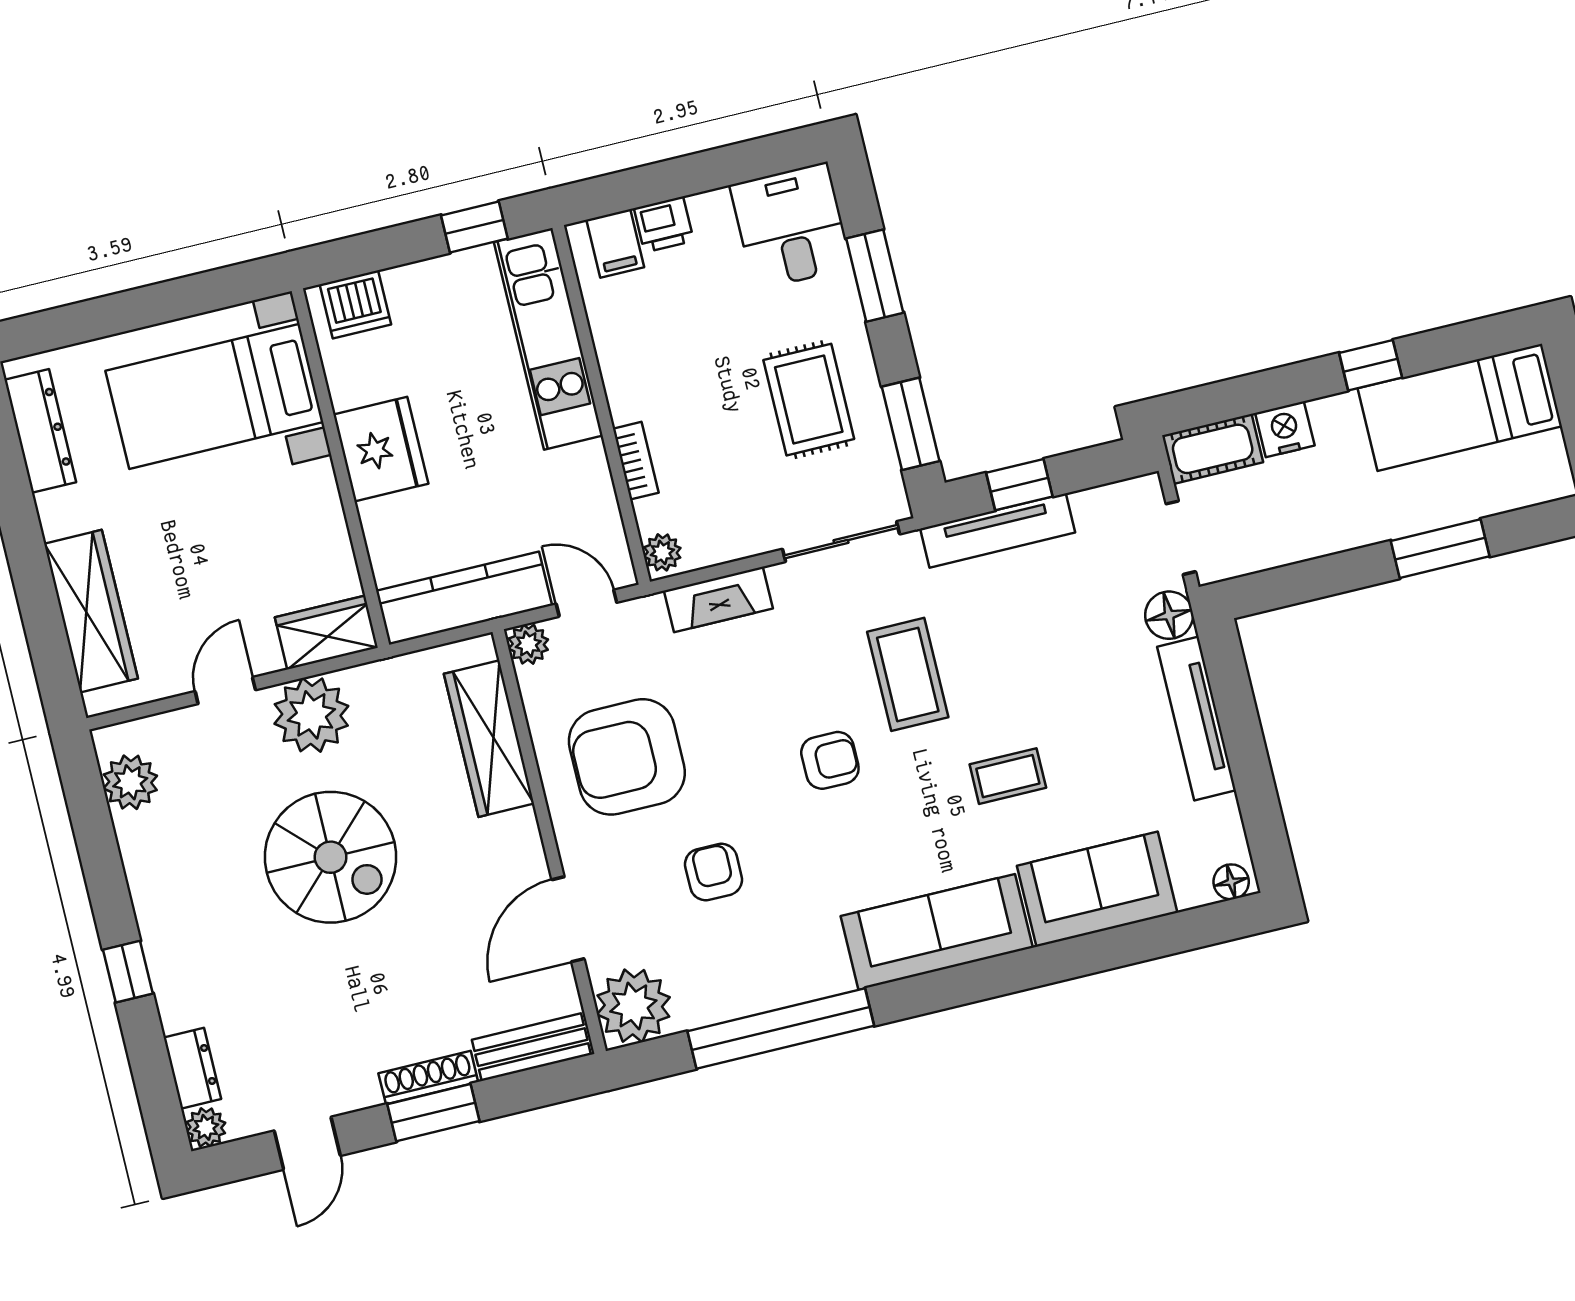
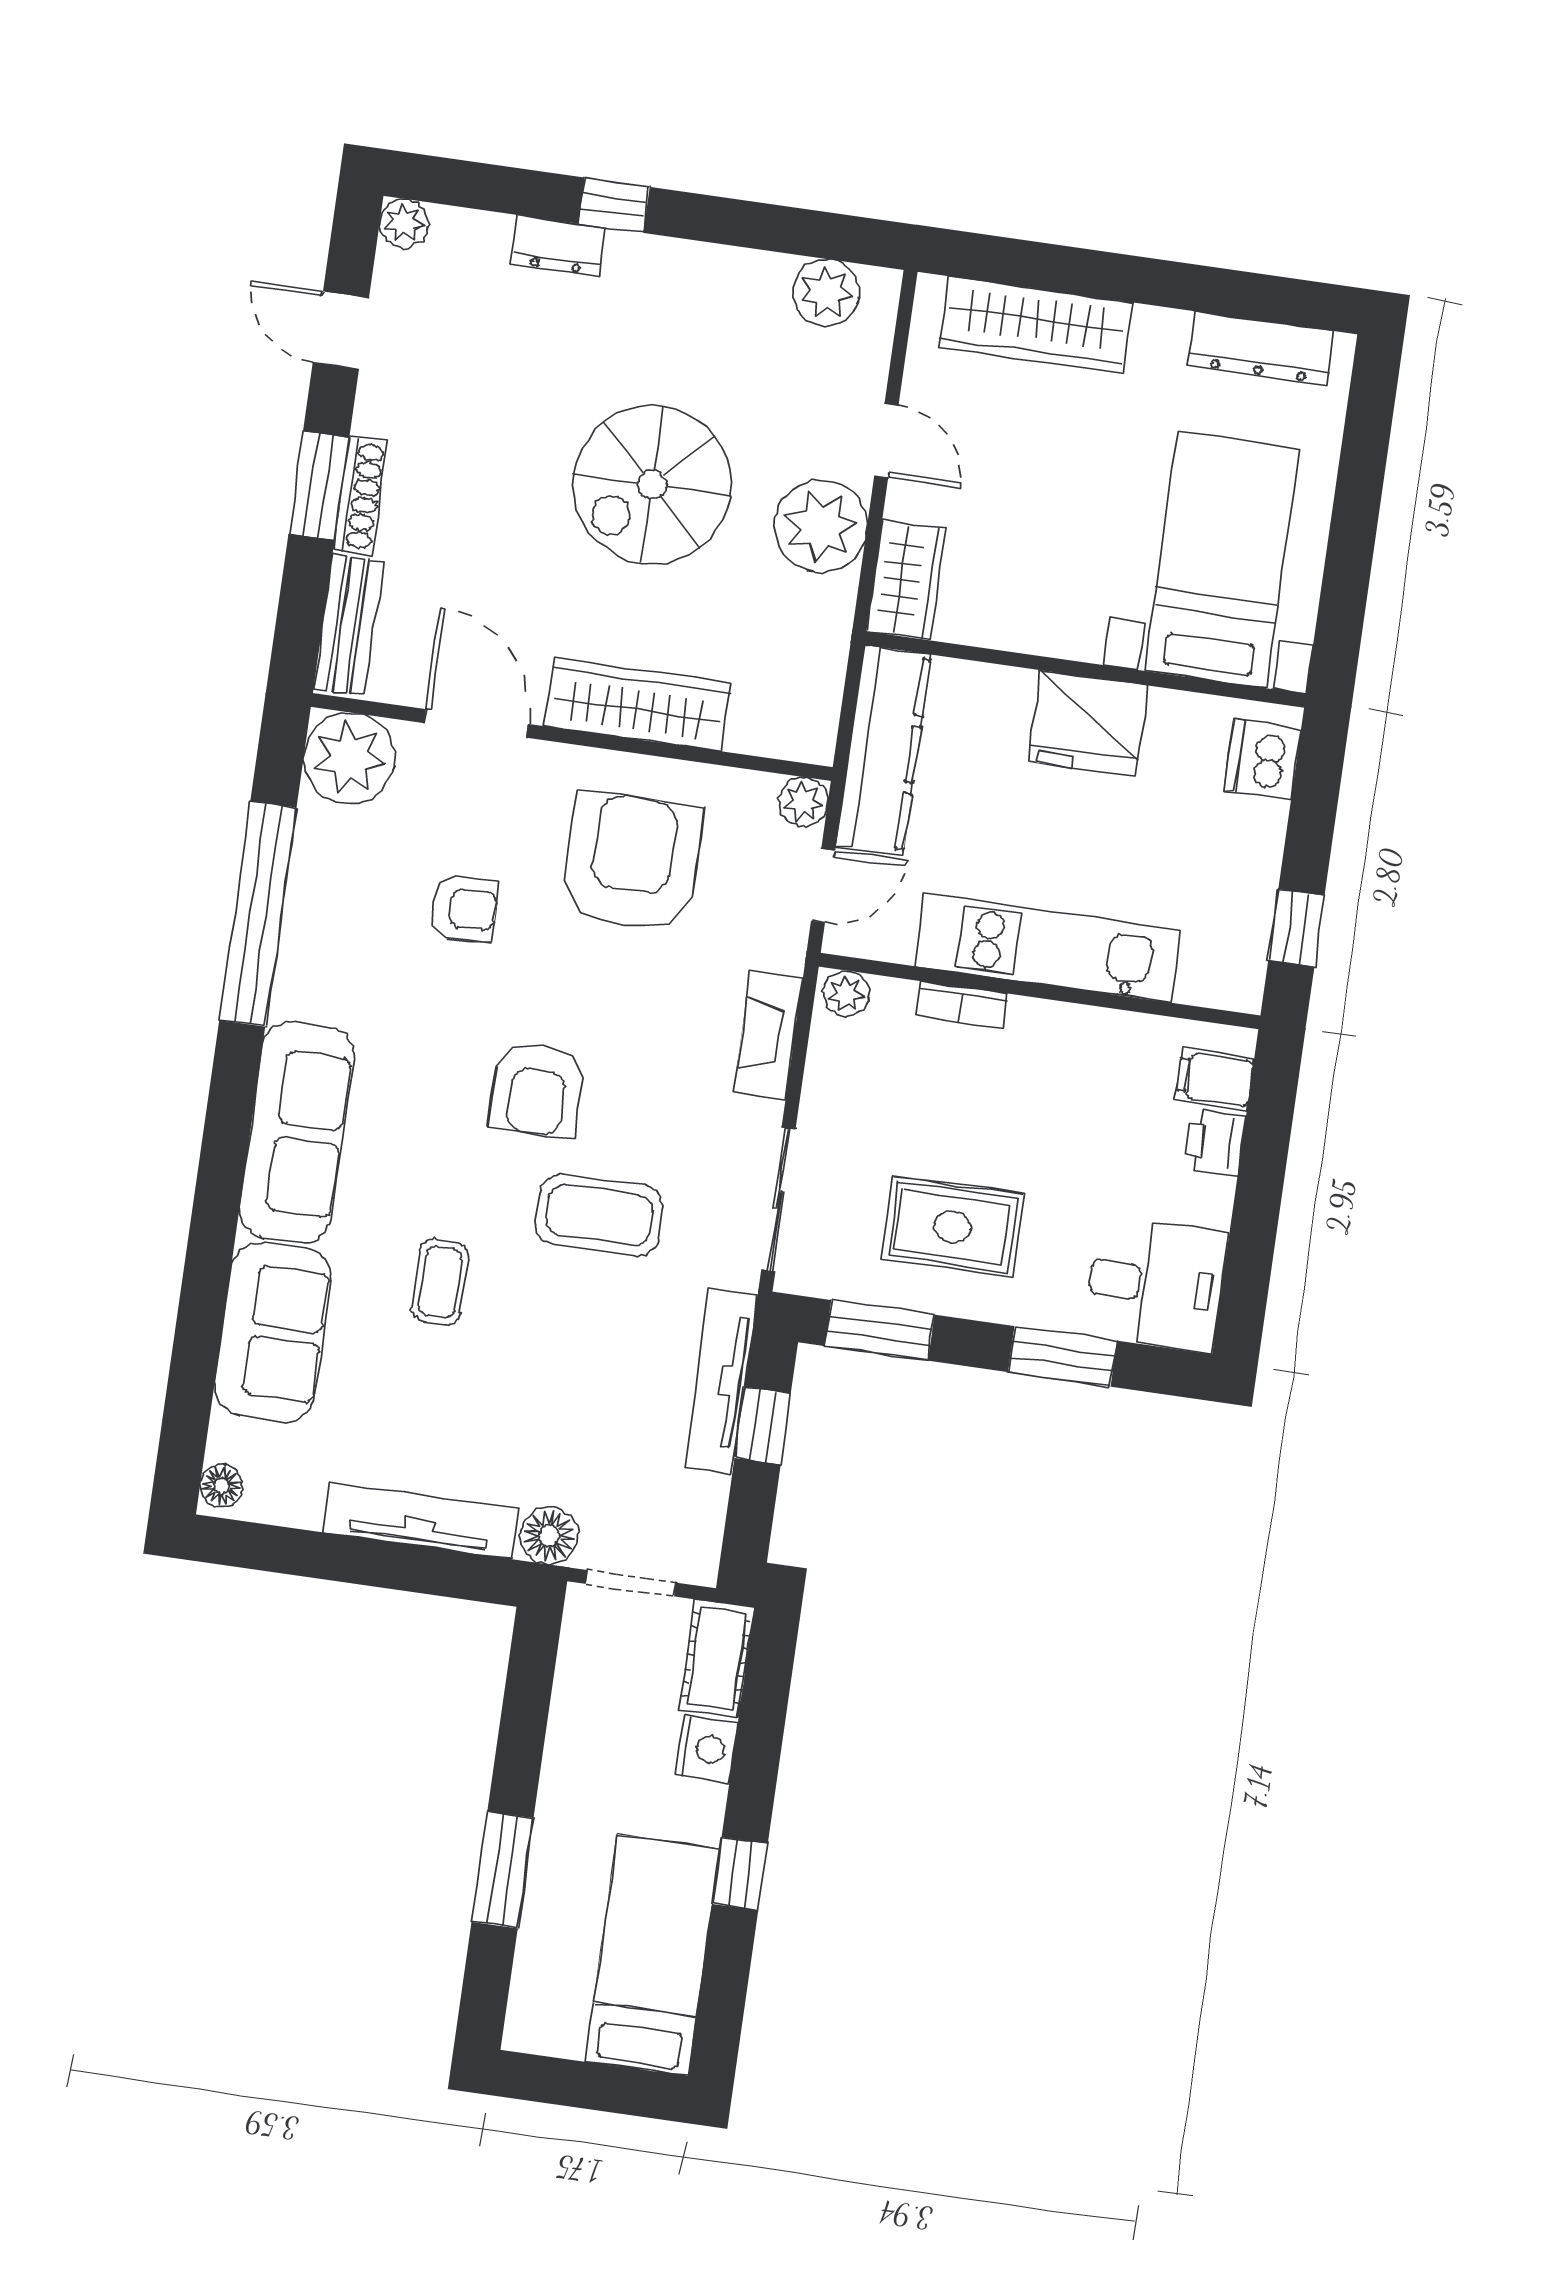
kitchen unit: (548, 339) -> (1047, 948), moved
wardrobe: (489, 739) -> (637, 704), moved
armchair: (830, 760) -> (537, 1089), width x1.38, depth x1.38
dresser: (192, 1068) -> (558, 246), moved

